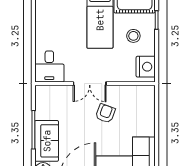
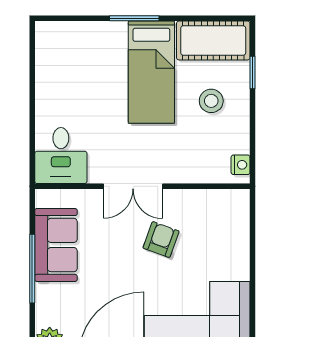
nightstand: (146, 67) -> (241, 165), width x0.53, depth x0.56
sofa: (47, 141) -> (56, 245), moved

